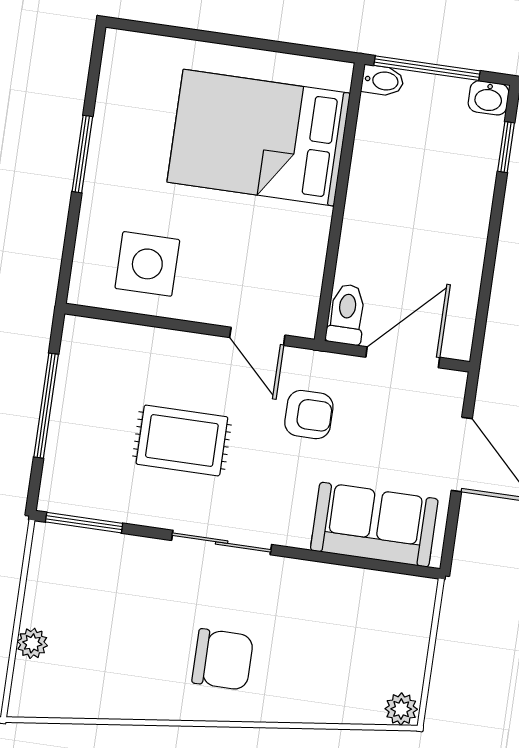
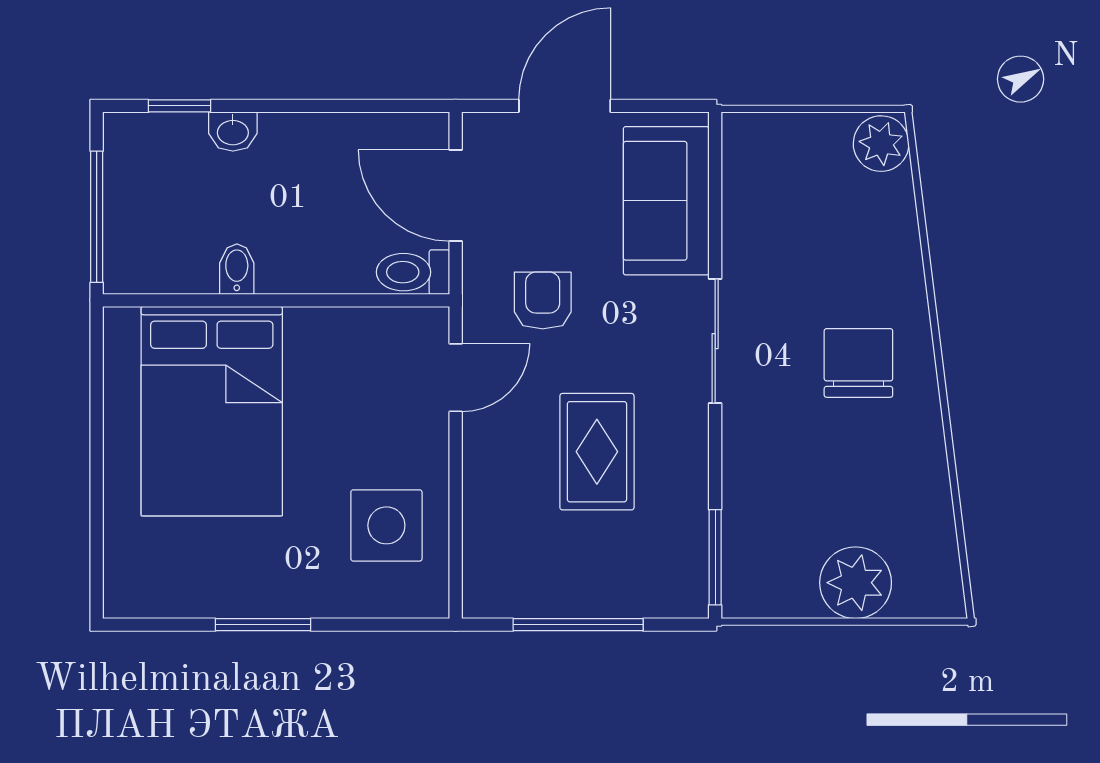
bidet: (383, 81) -> (237, 269), moved
washbasin: (488, 98) -> (233, 131), moved, turned 90
sliding door: (222, 542) -> (715, 341), moved
plant: (32, 643) -> (856, 583), width x1.88, depth x1.88
plant: (401, 709) -> (881, 144), width x1.38, depth x1.38

